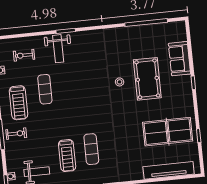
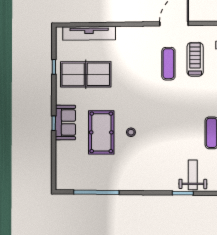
sofa: (179, 59) -> (65, 122), moved

